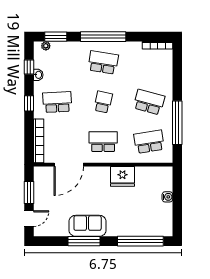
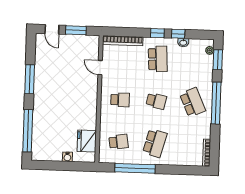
school desk: (103, 62) -> (193, 102), turned -33
window: (29, 67) -> (178, 34), moved
school desk: (103, 142) -> (120, 100), width x0.54
school desk: (149, 142) -> (119, 142), width x0.54
door: (69, 165) -> (100, 68), width x0.53
fridge: (122, 176) -> (87, 141), moved
sofa: (88, 226) -> (43, 83), removed

